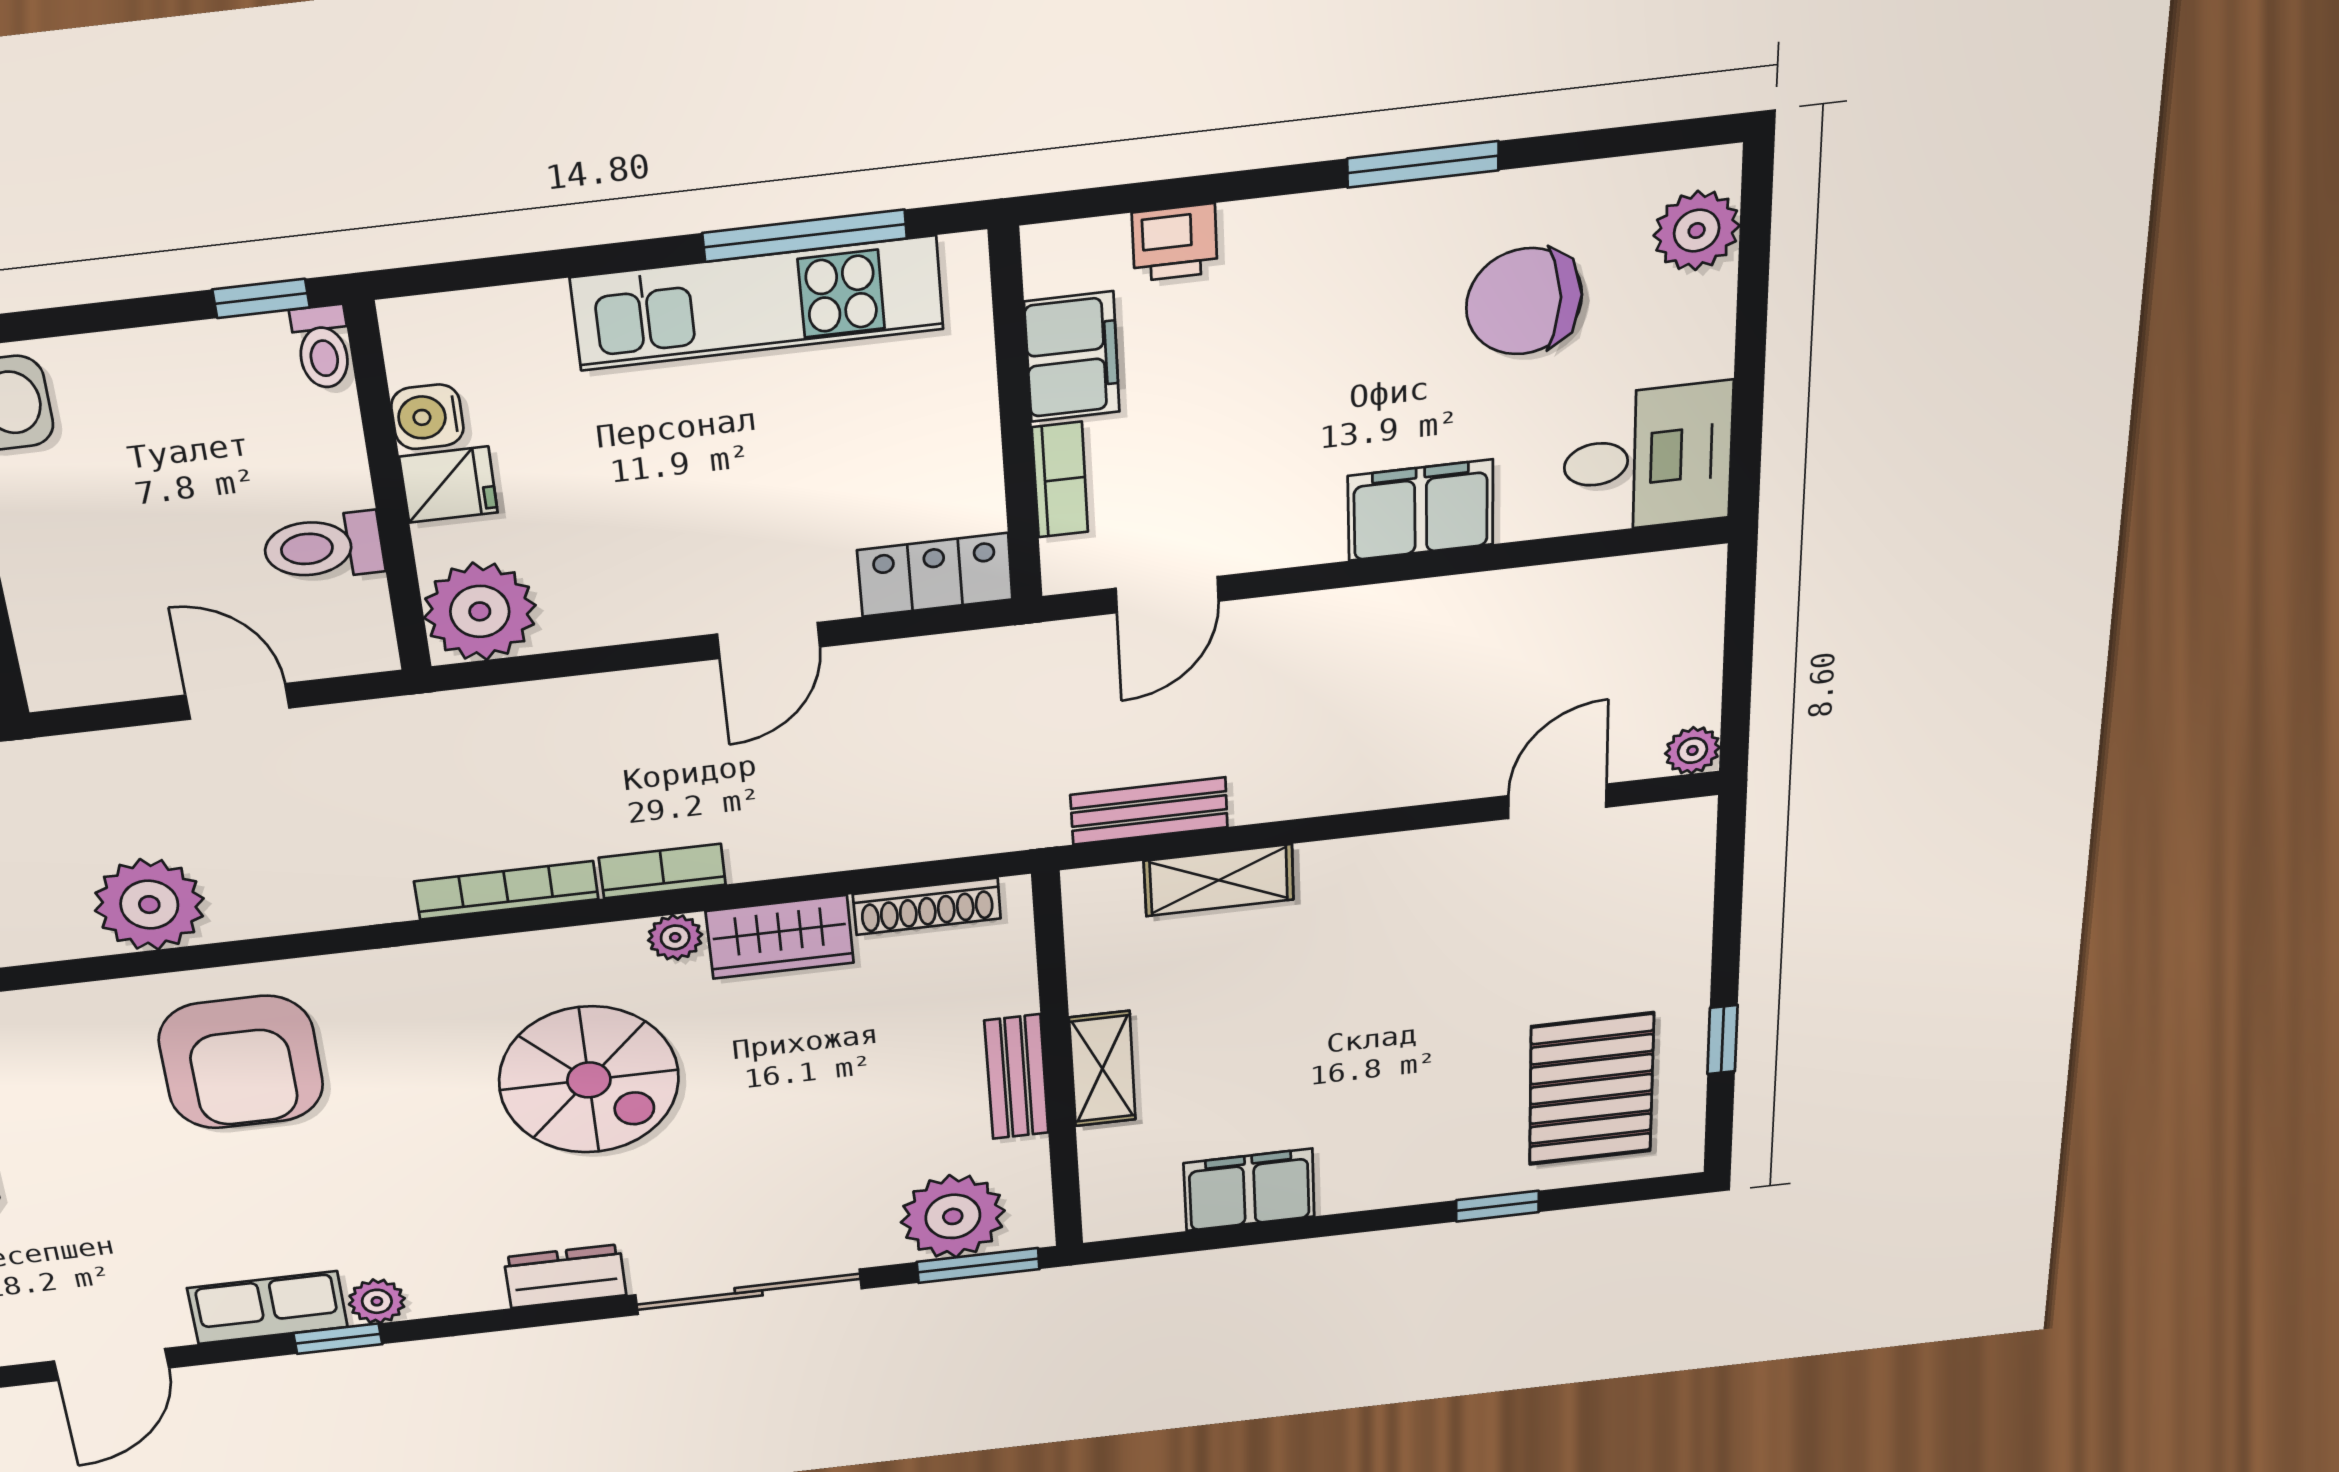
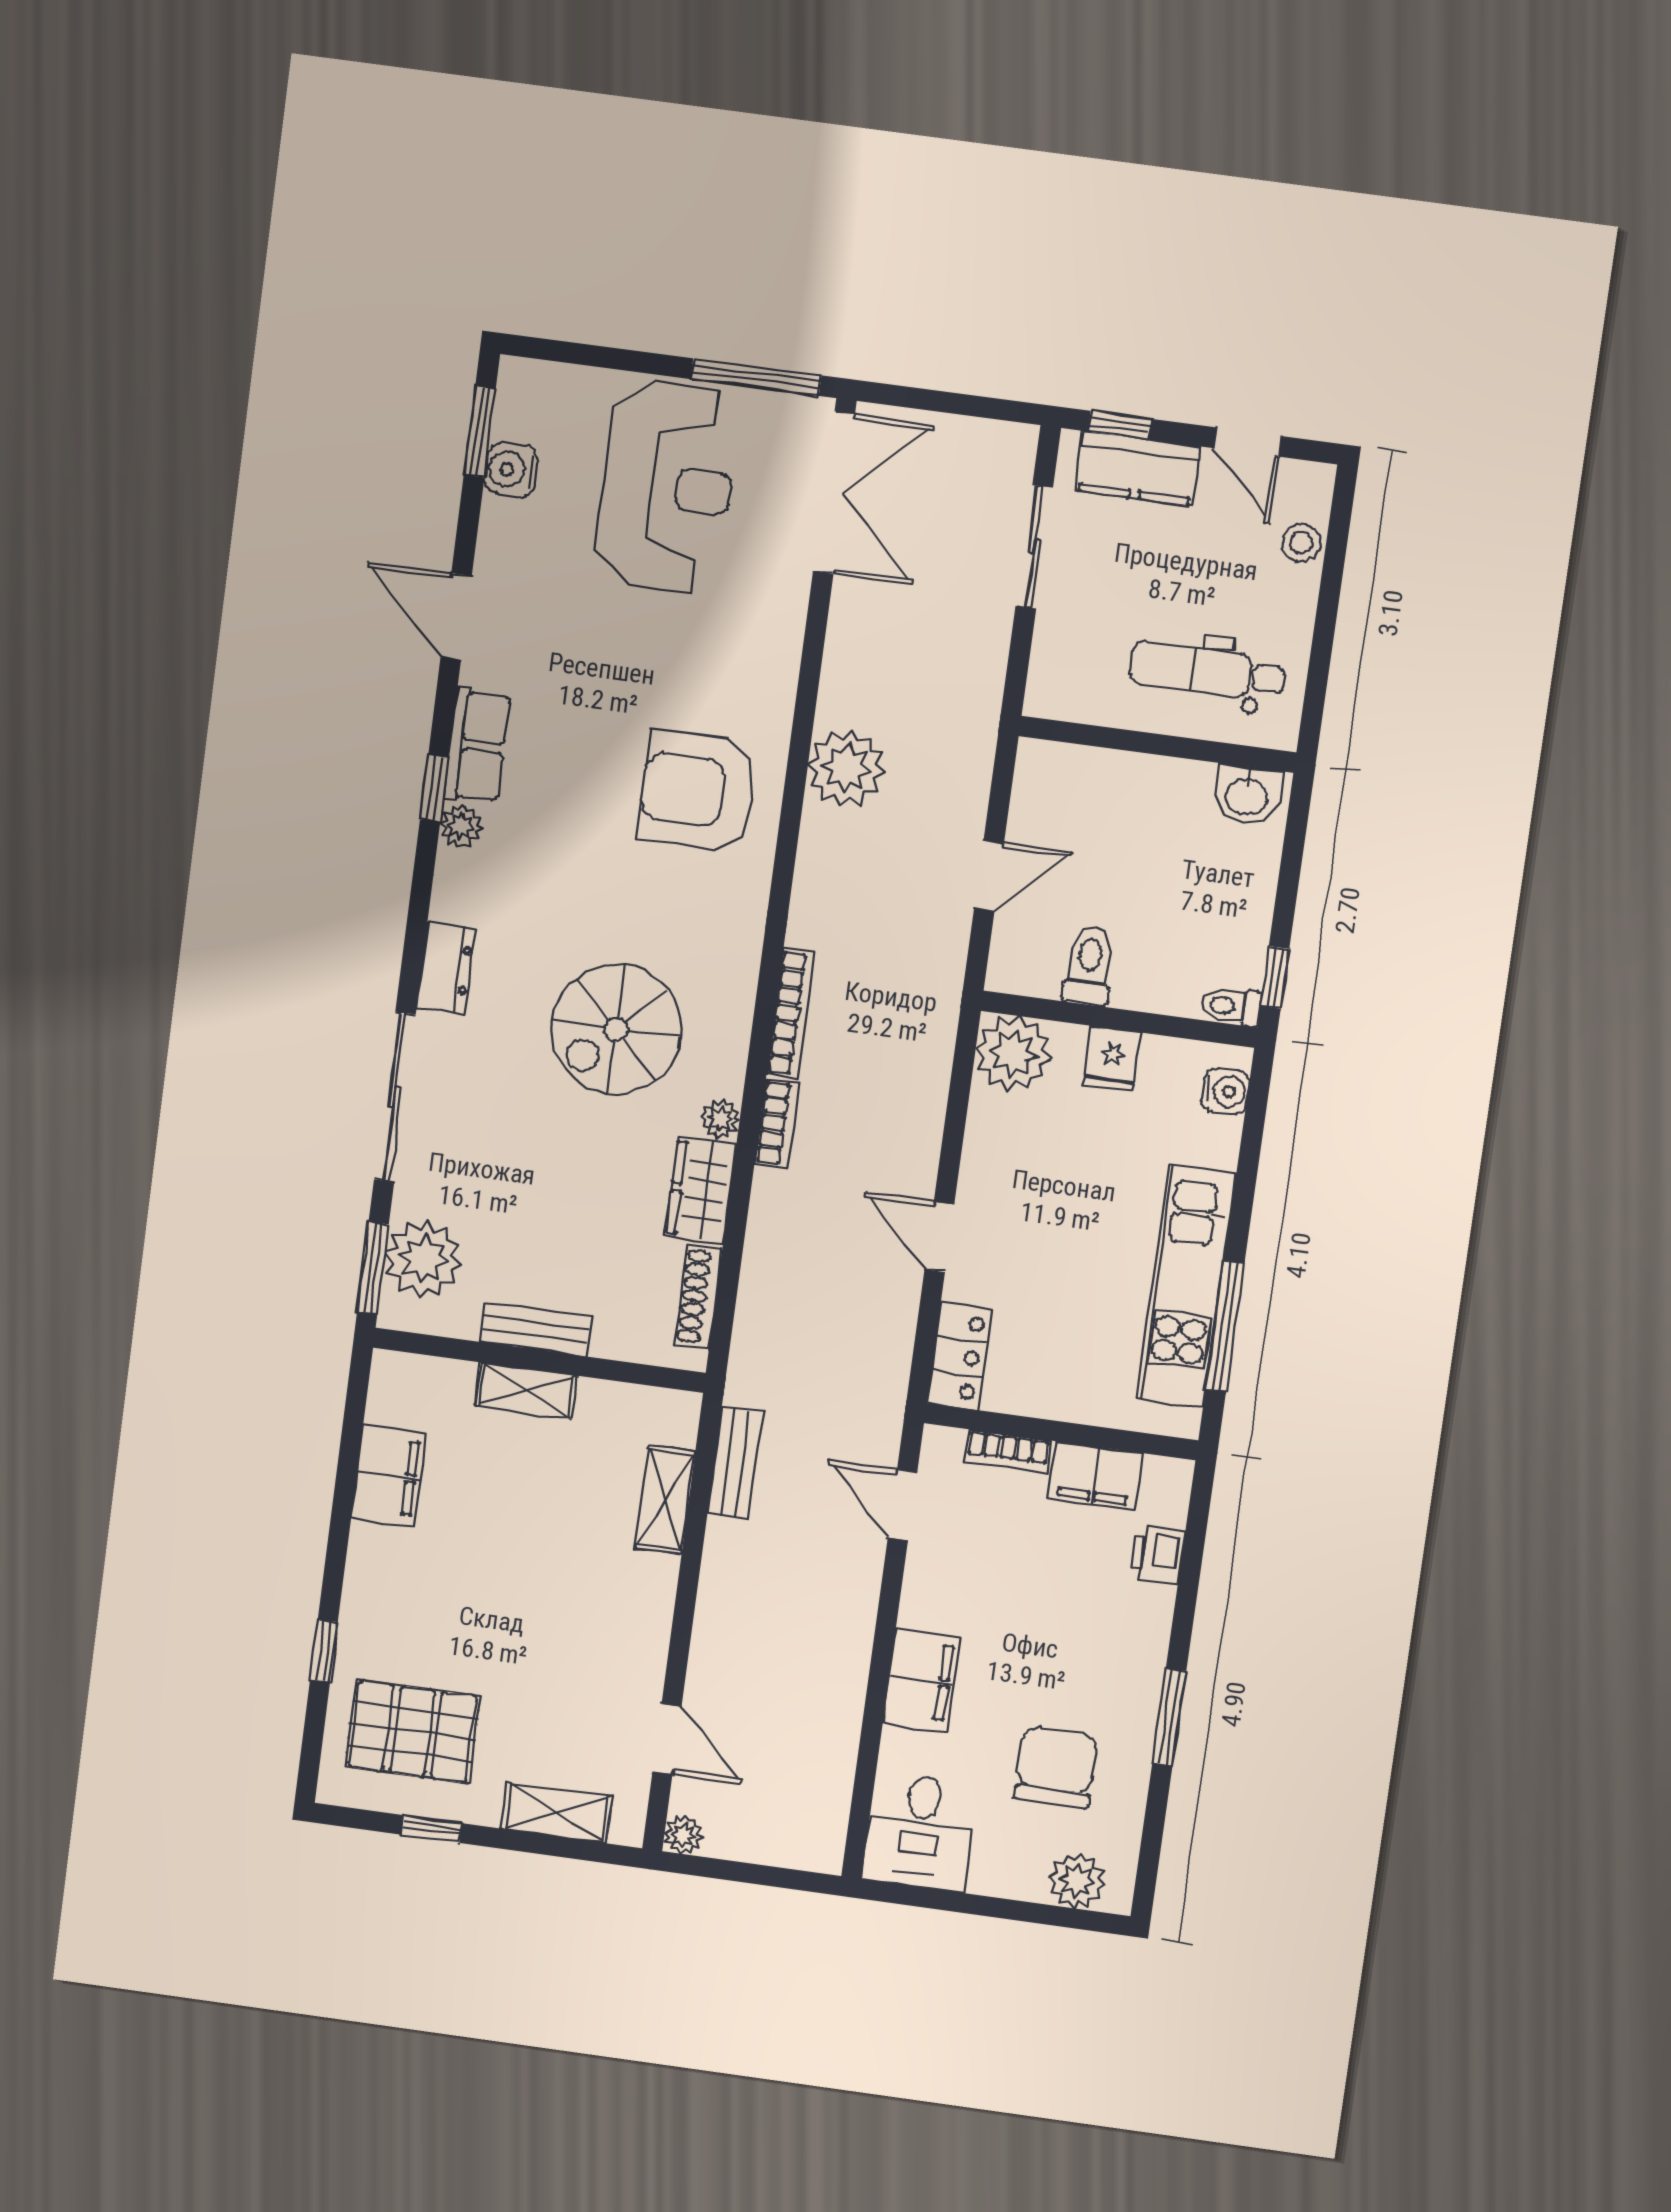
water cooler: (427, 417) -> (1225, 1091), moved, turned 90
shelving: (1680, 905) -> (557, 1813), added

